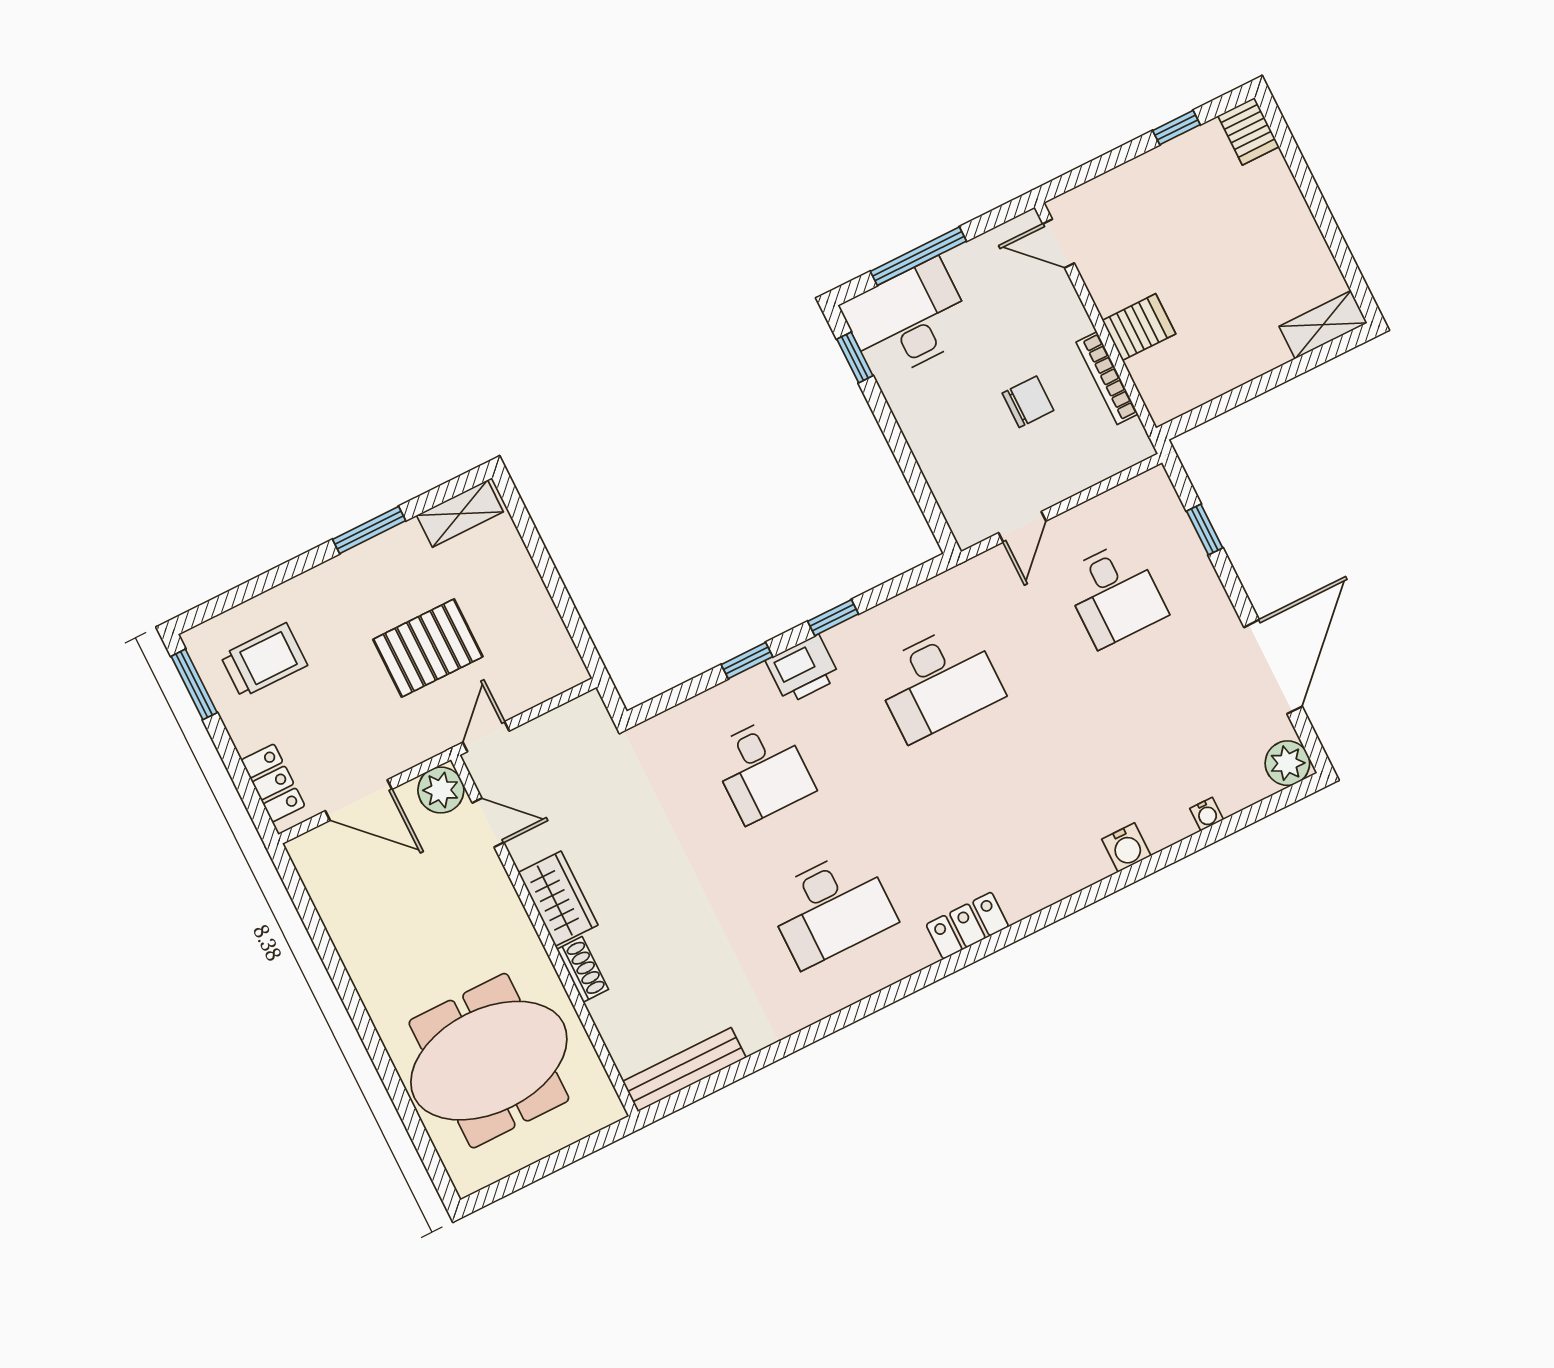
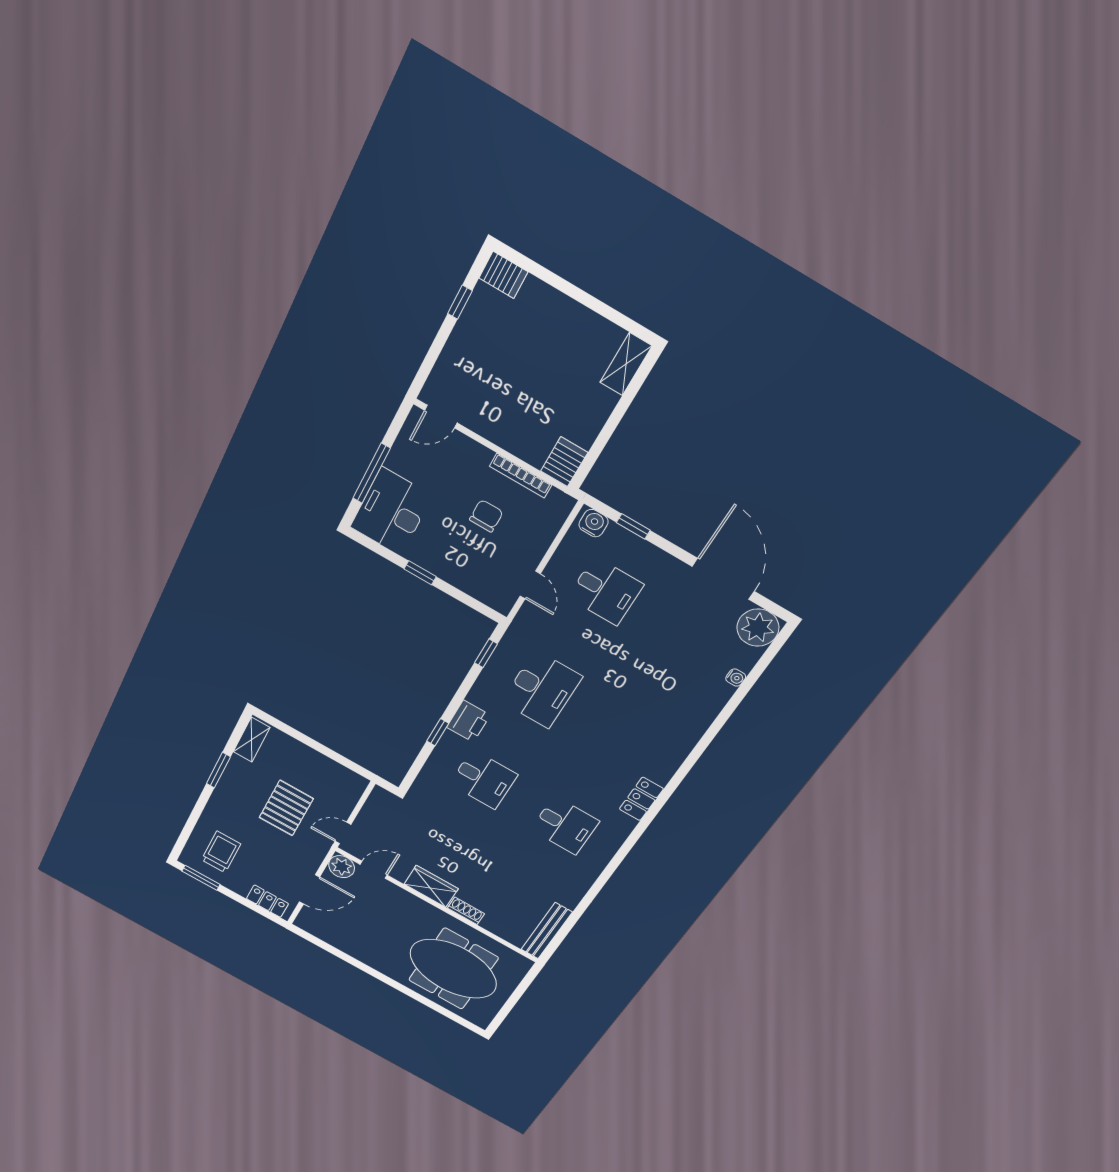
server rack: (1139, 327) -> (564, 462), moved
window: (855, 357) -> (420, 573), moved
window: (833, 618) -> (486, 653), moved
door: (486, 737) -> (343, 833), hinge flipped
plant: (1287, 763) -> (758, 628), width x1.36, depth x1.36
water cooler: (1126, 848) -> (594, 523), moved, turned -90
desk: (831, 908) -> (565, 825), width x0.73
meeting table: (489, 1061) -> (453, 969), turned 90

